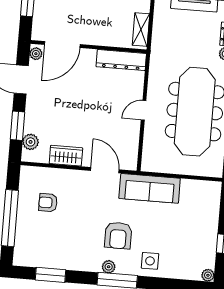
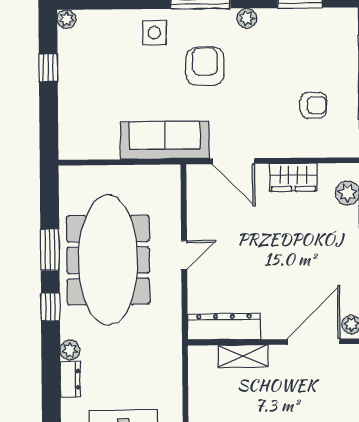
shelving: (141, 30) -> (243, 356), moved, turned 90
plant: (109, 267) -> (247, 18), moved

